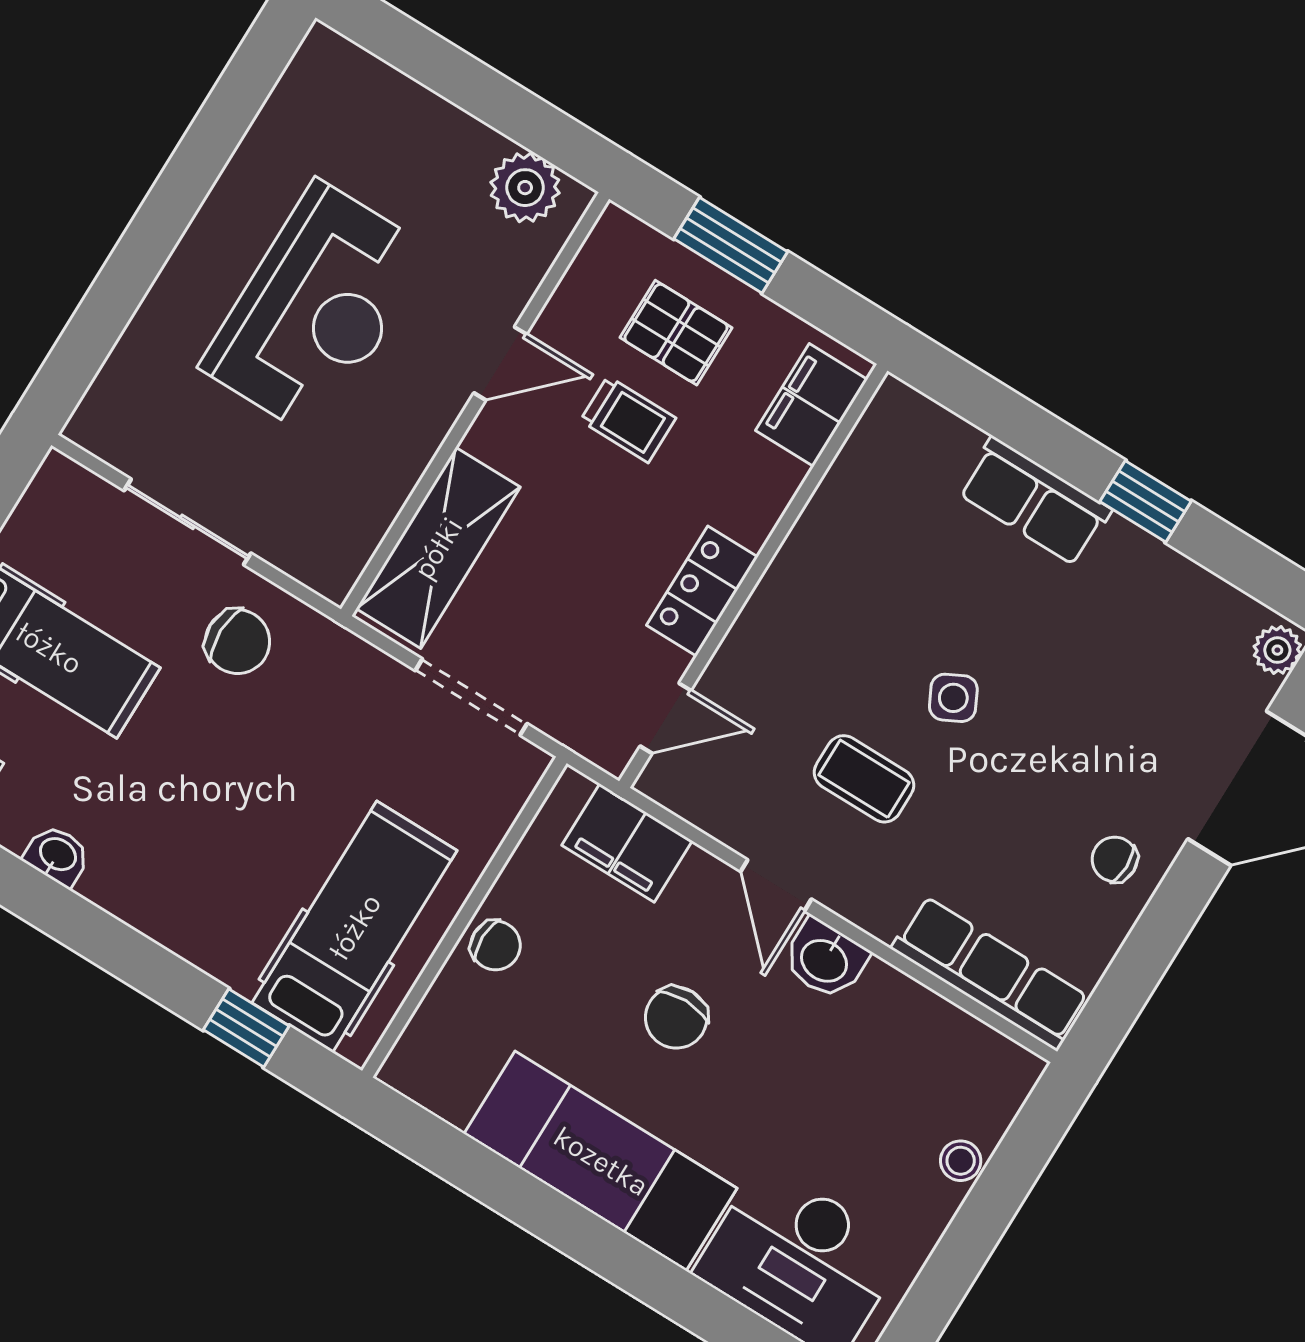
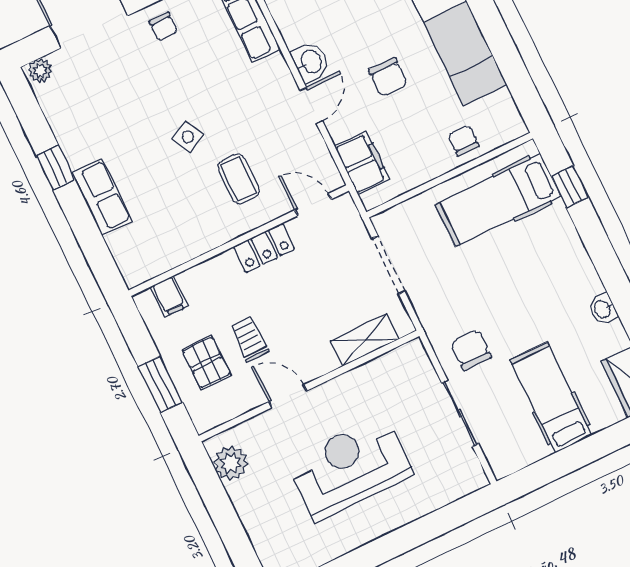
filing cabinet: (812, 405) -> (169, 296), width x0.50
shelving: (438, 548) -> (365, 340), width x0.67, depth x0.75
coffee table: (864, 779) -> (239, 179), moved
chair: (496, 945) -> (463, 140), moved
chair: (676, 1018) -> (388, 77), turned 90

